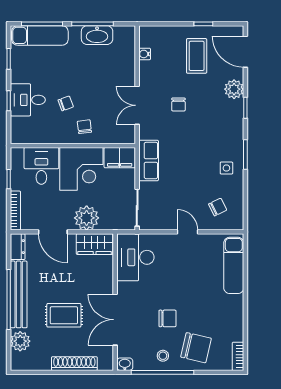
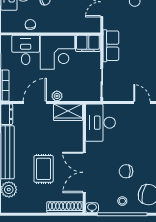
chair: (84, 127) -> (30, 25), moved
plant: (87, 218) -> (57, 96), width x0.53, depth x0.53
door: (53, 232) -> (35, 103), swing flipped
rug: (64, 315) -> (44, 169), turned 90
chair: (167, 318) -> (126, 171), turned 180
shoe rack: (74, 364) -> (65, 207), moved

